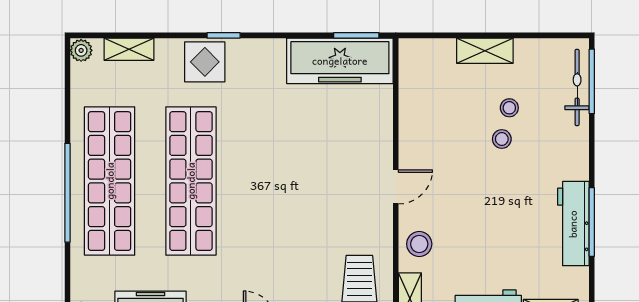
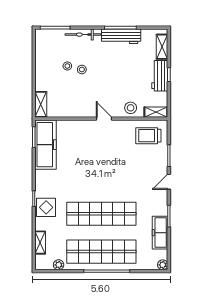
plant: (81, 50) -> (59, 265), moved
shelving: (485, 51) -> (41, 104), moved
bicycle: (577, 87) -> (83, 35), moved

